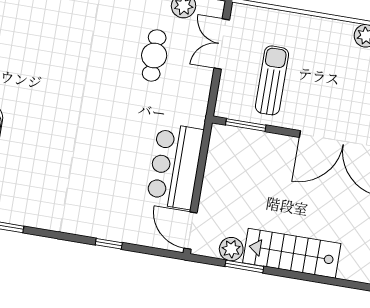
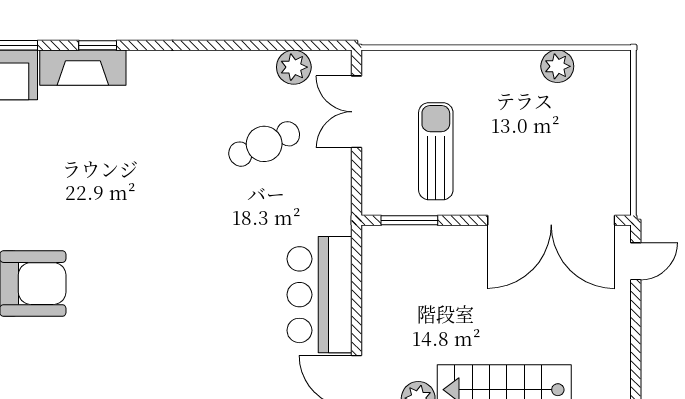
cafe table: (154, 56) -> (264, 144), turned 67

